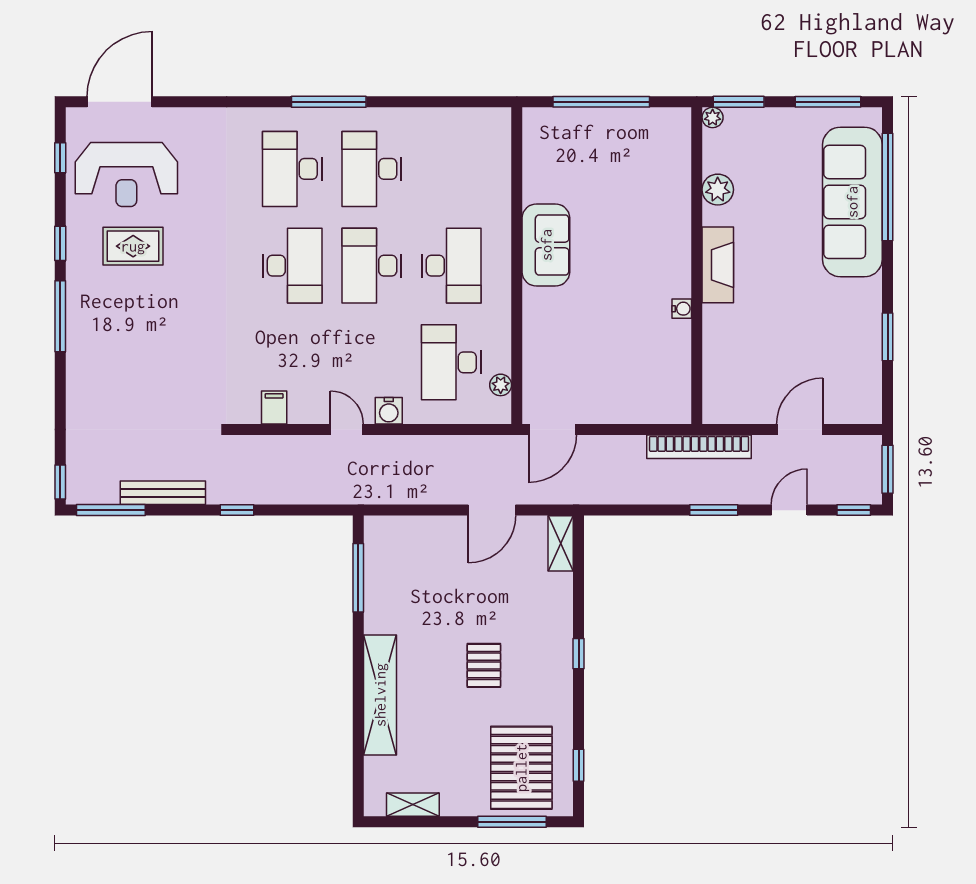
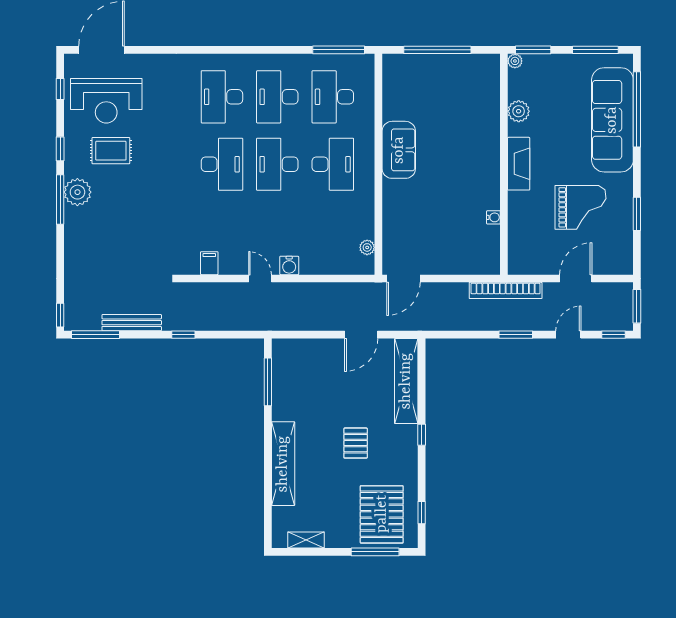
window: (329, 102) -> (339, 50), moved
plant: (85, 306) -> (77, 192), added
water cooler: (682, 309) -> (493, 217), moved
grand piano: (807, 327) -> (580, 207), added
desk: (451, 362) -> (333, 97), moved
shelving: (561, 543) -> (406, 381), width x2.20, depth x1.33

